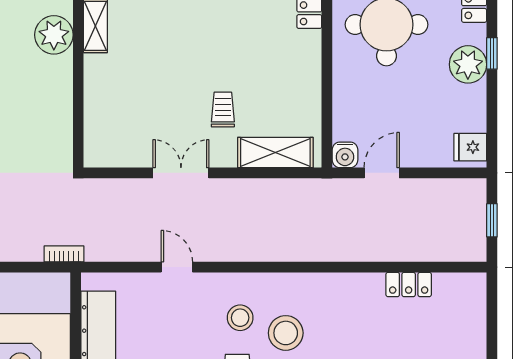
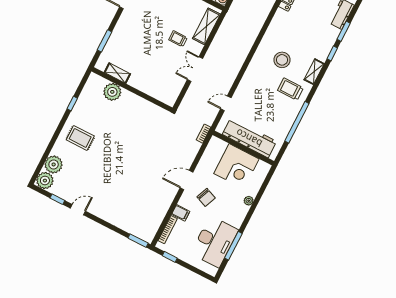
door: (177, 267) -> (226, 103), moved
stool: (240, 318) -> (266, 75), removed

